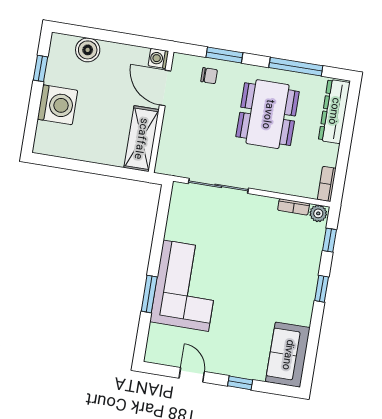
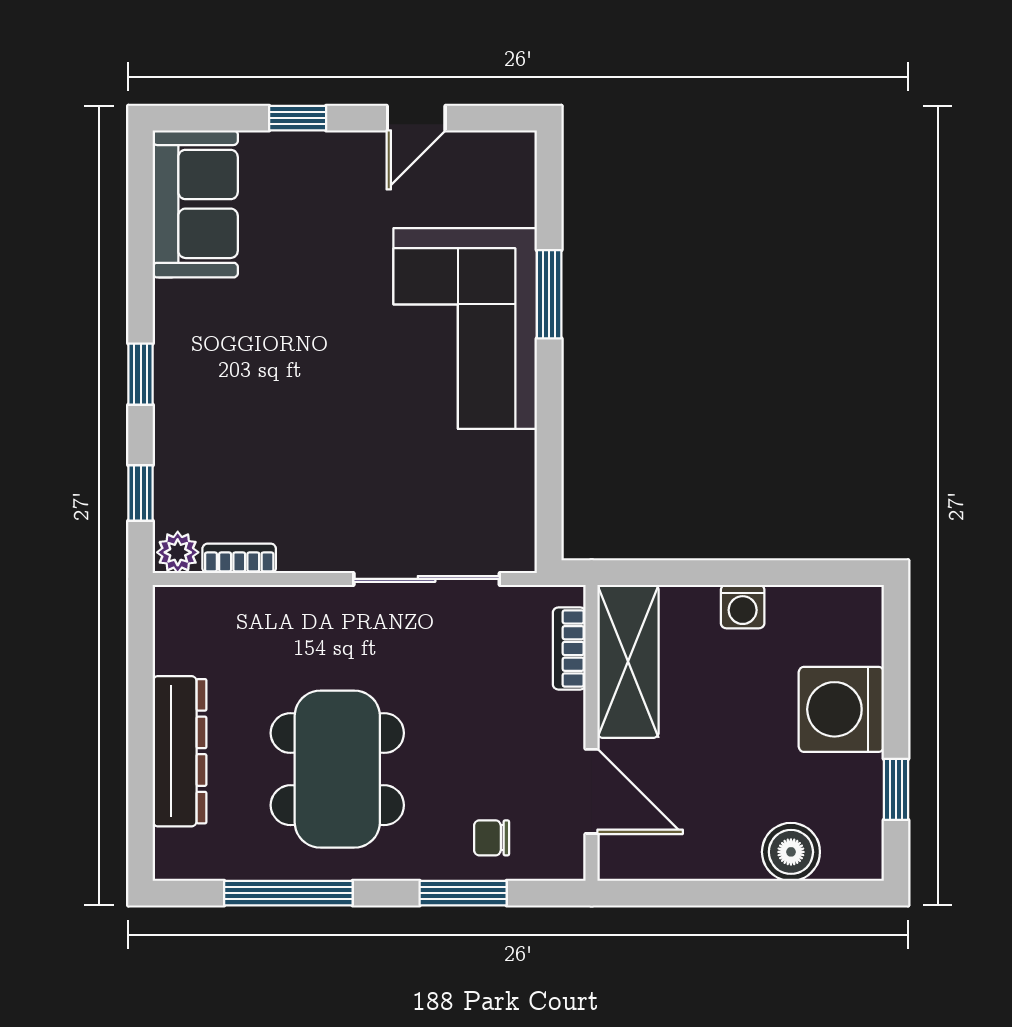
washing machine: (158, 58) -> (743, 607), moved, turned 90
dresser: (334, 111) -> (180, 751), moved
bookcase: (327, 184) -> (569, 648), moved, turned 180
door: (192, 375) -> (416, 118), hinge flipped

